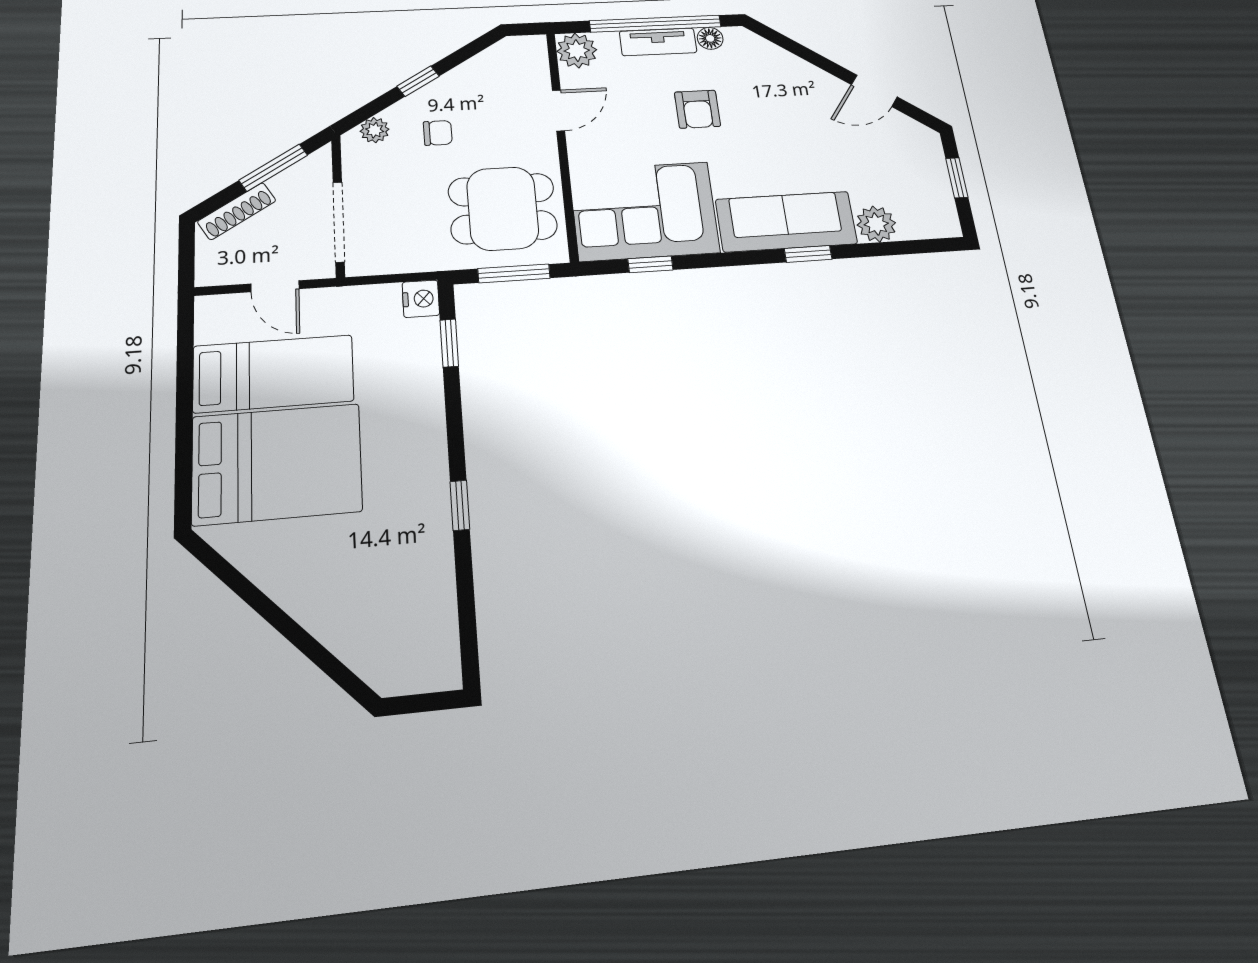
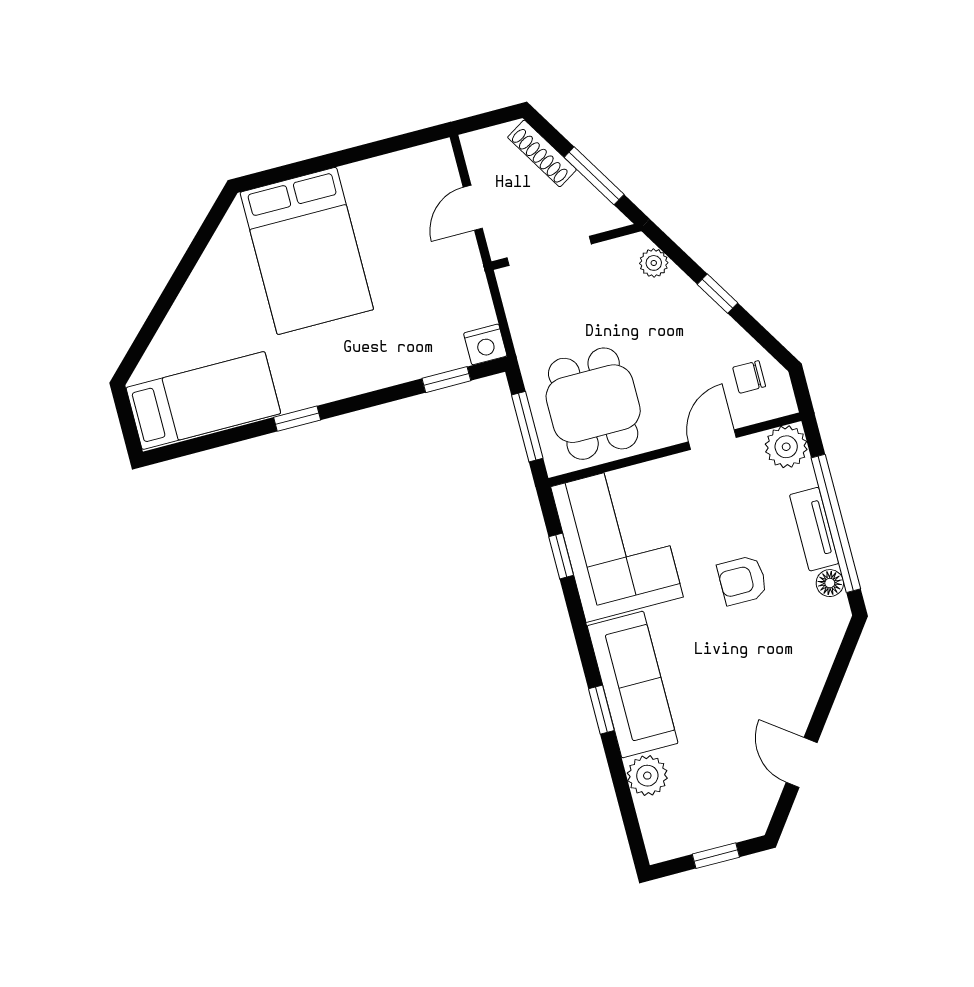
door: (559, 110) -> (712, 440), swing flipped
chair: (438, 133) -> (749, 377), moved, turned 90
bed: (273, 374) -> (203, 401), moved, turned -90

